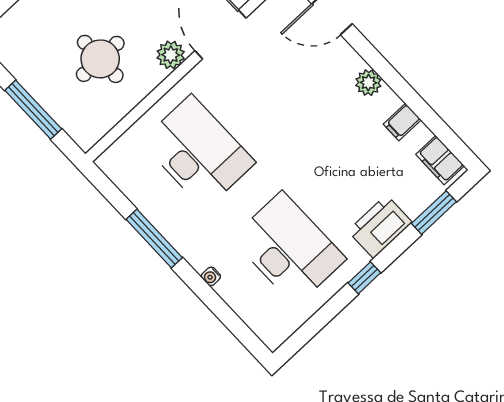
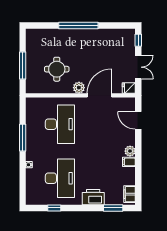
filing cabinet: (402, 122) -> (129, 162), moved
window: (364, 278) -> (54, 208), moved

